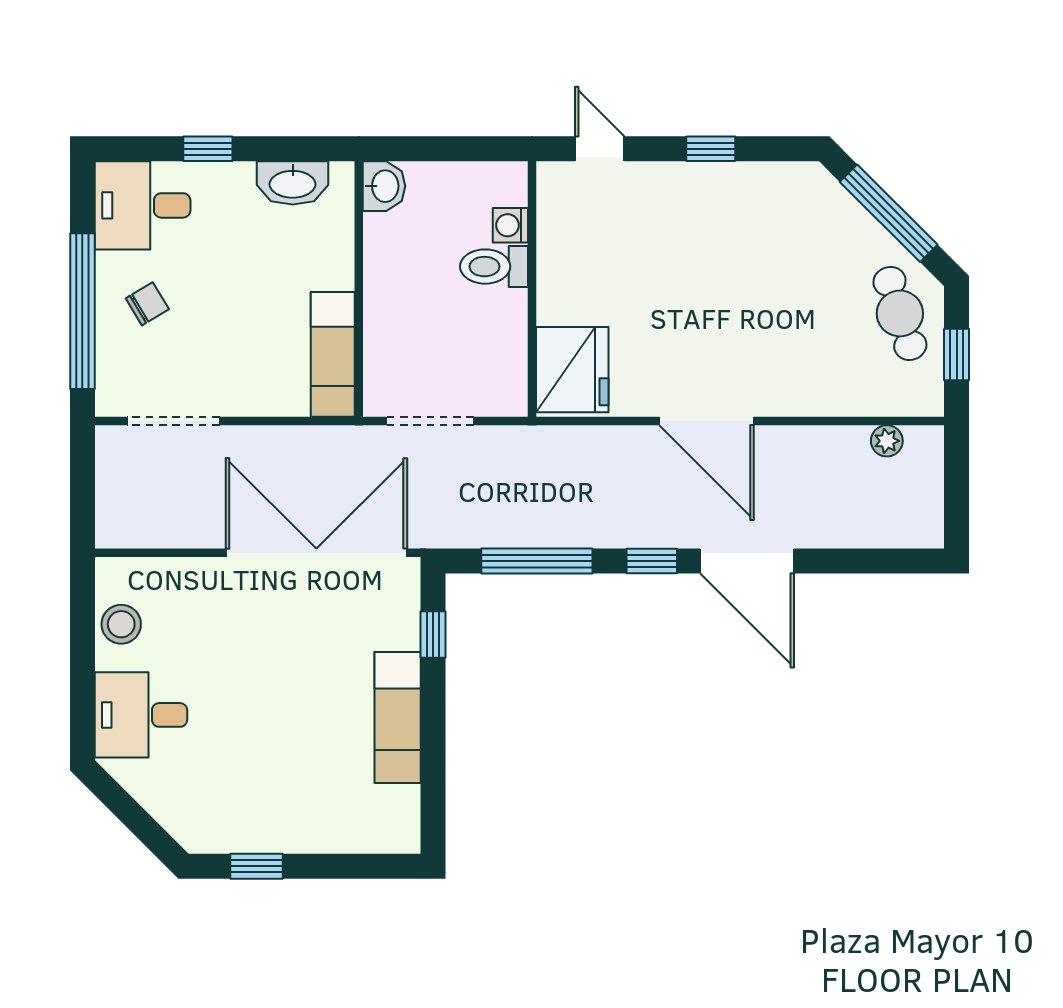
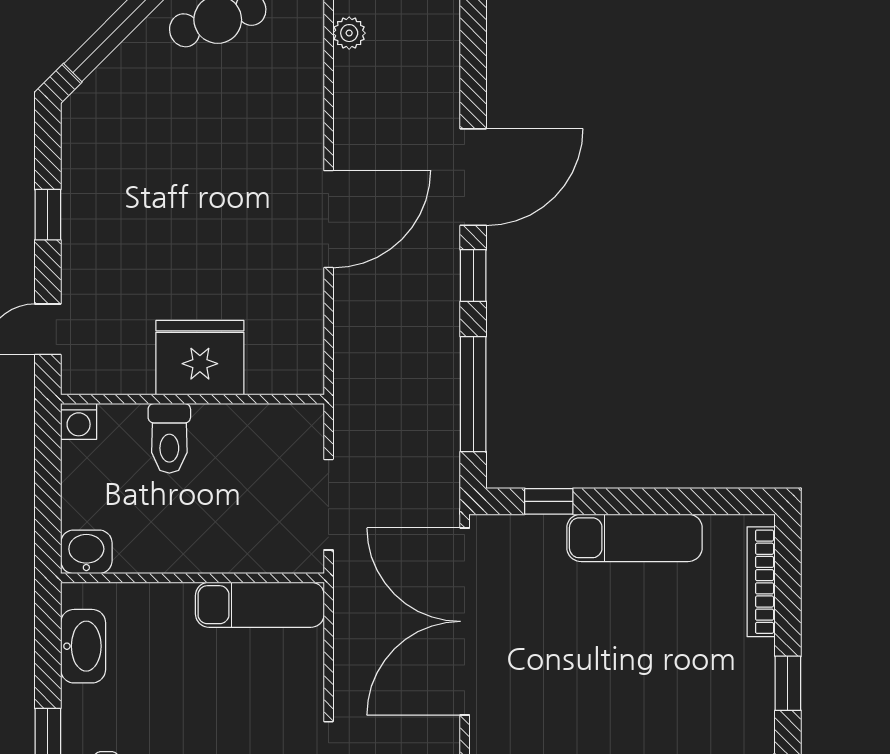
washing machine: (510, 225) -> (79, 421), moved
fridge: (572, 370) -> (200, 358), moved
bookcase: (355, 840) -> (761, 582), added

